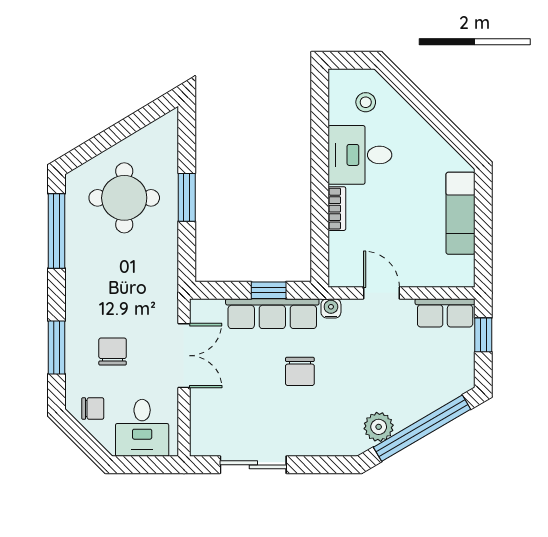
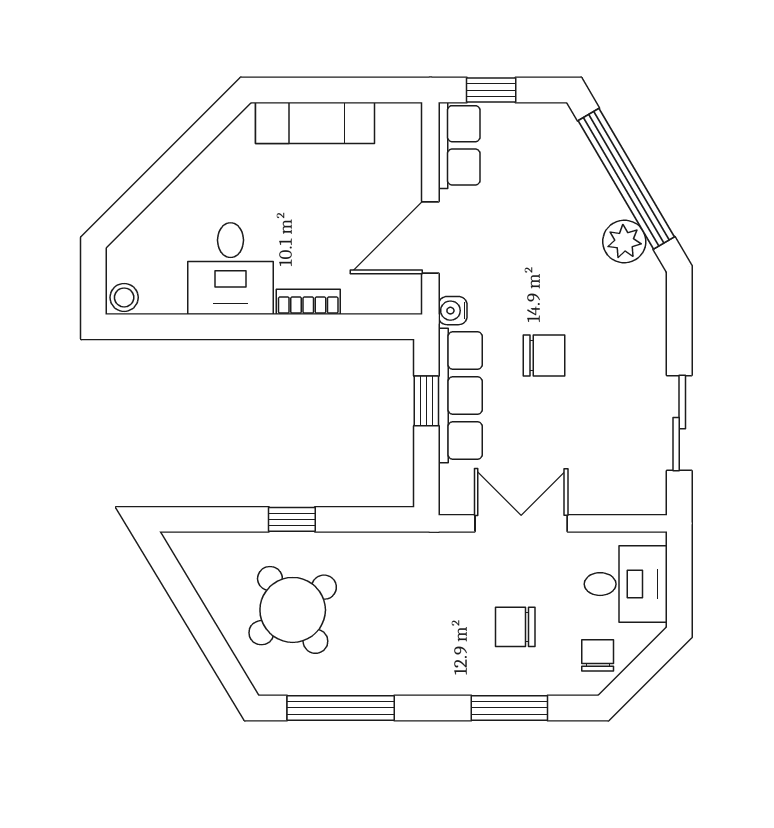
stool: (366, 102) -> (124, 297), moved
window: (187, 197) -> (292, 519), width x0.67
round table: (124, 198) -> (293, 610), turned -36
door: (381, 293) -> (430, 238), width x1.38

